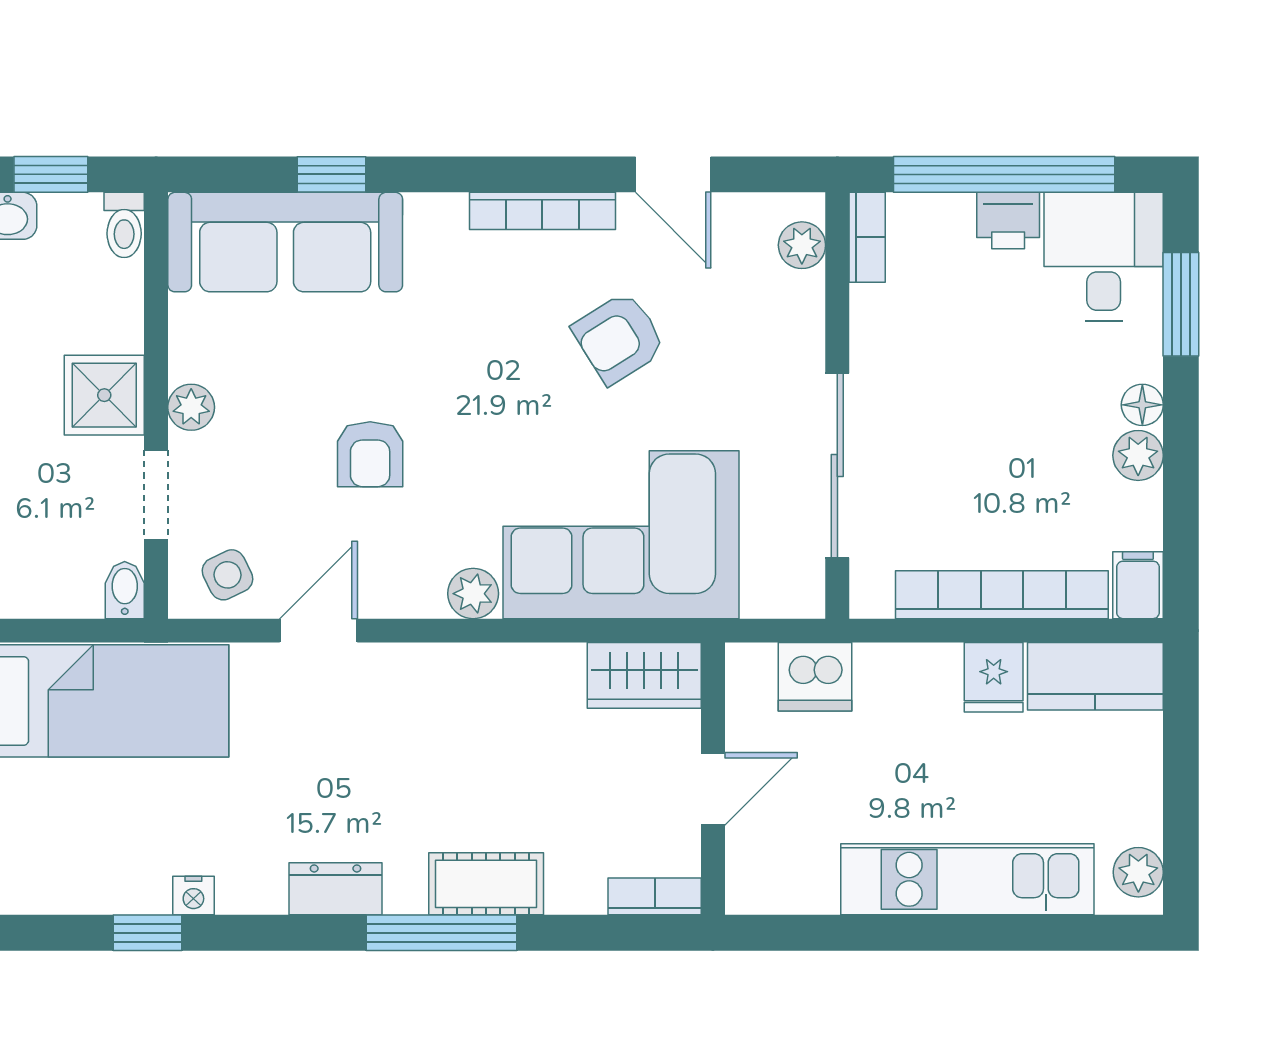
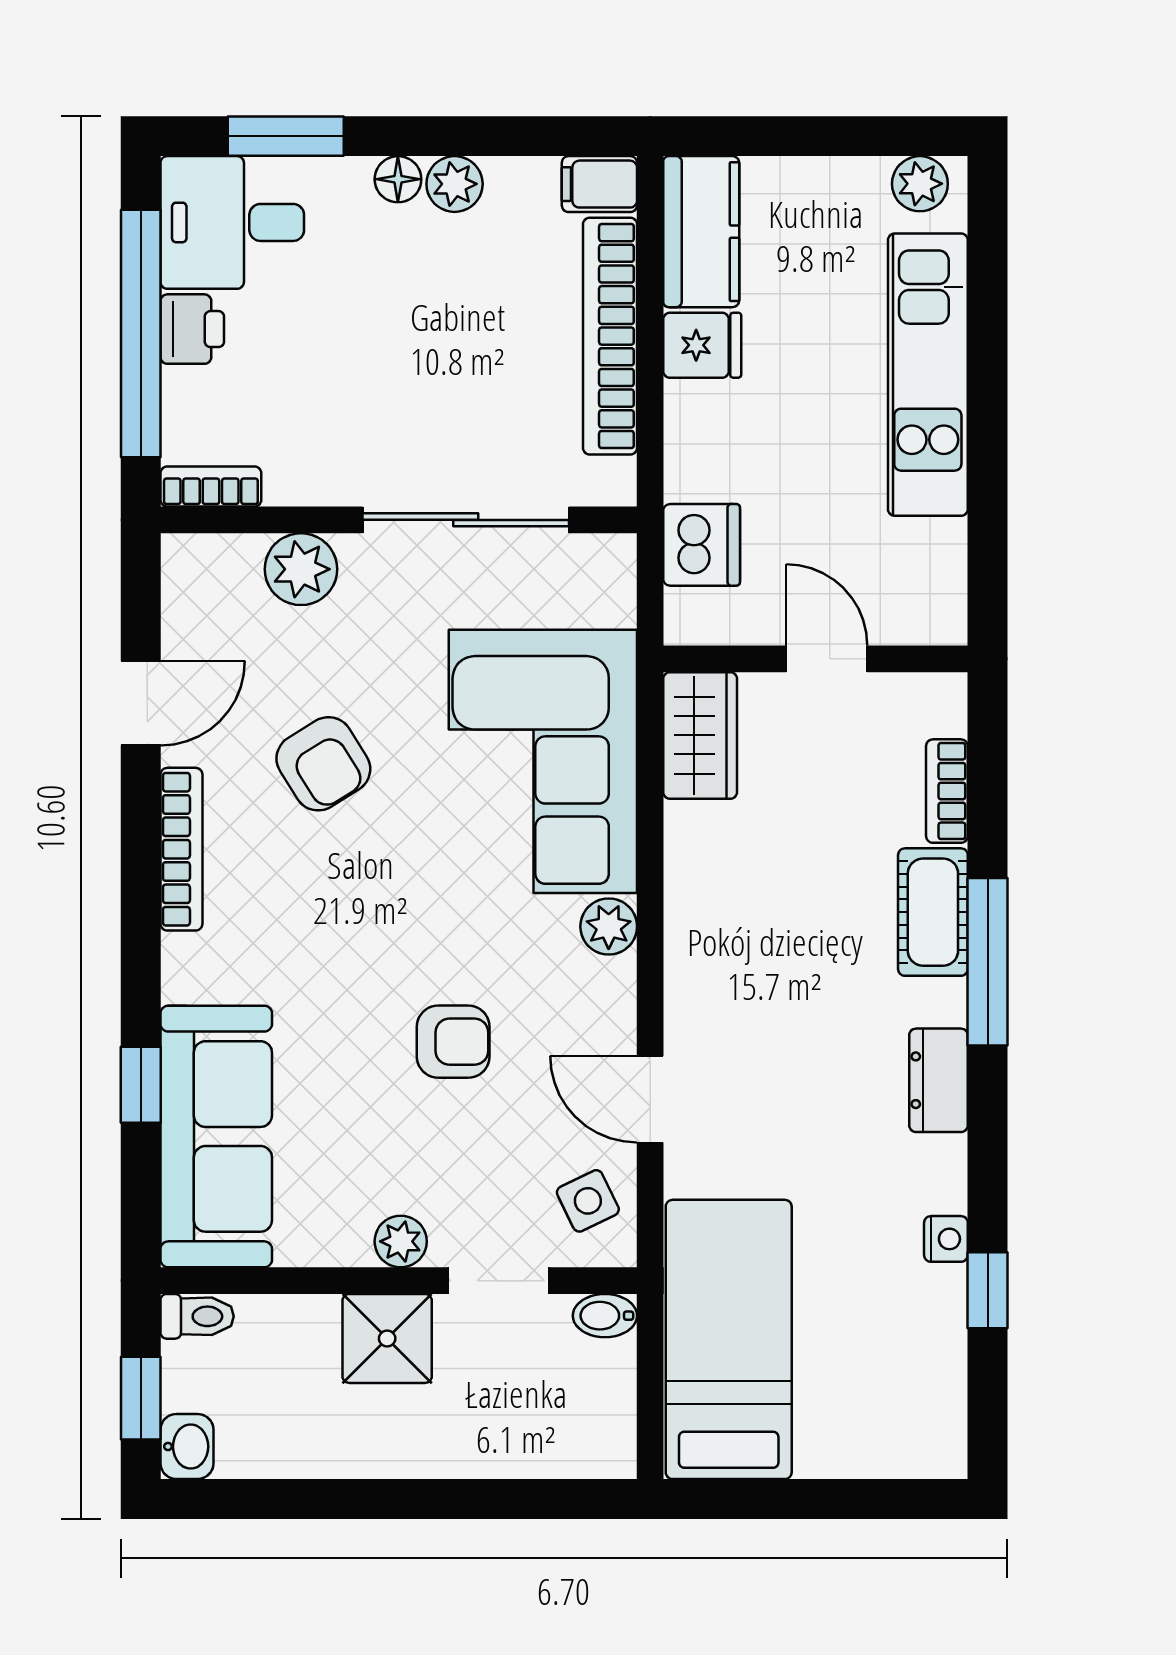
plant: (802, 245) -> (301, 569), moved, width x1.38, depth x1.38
bookcase: (655, 896) -> (947, 791), moved

